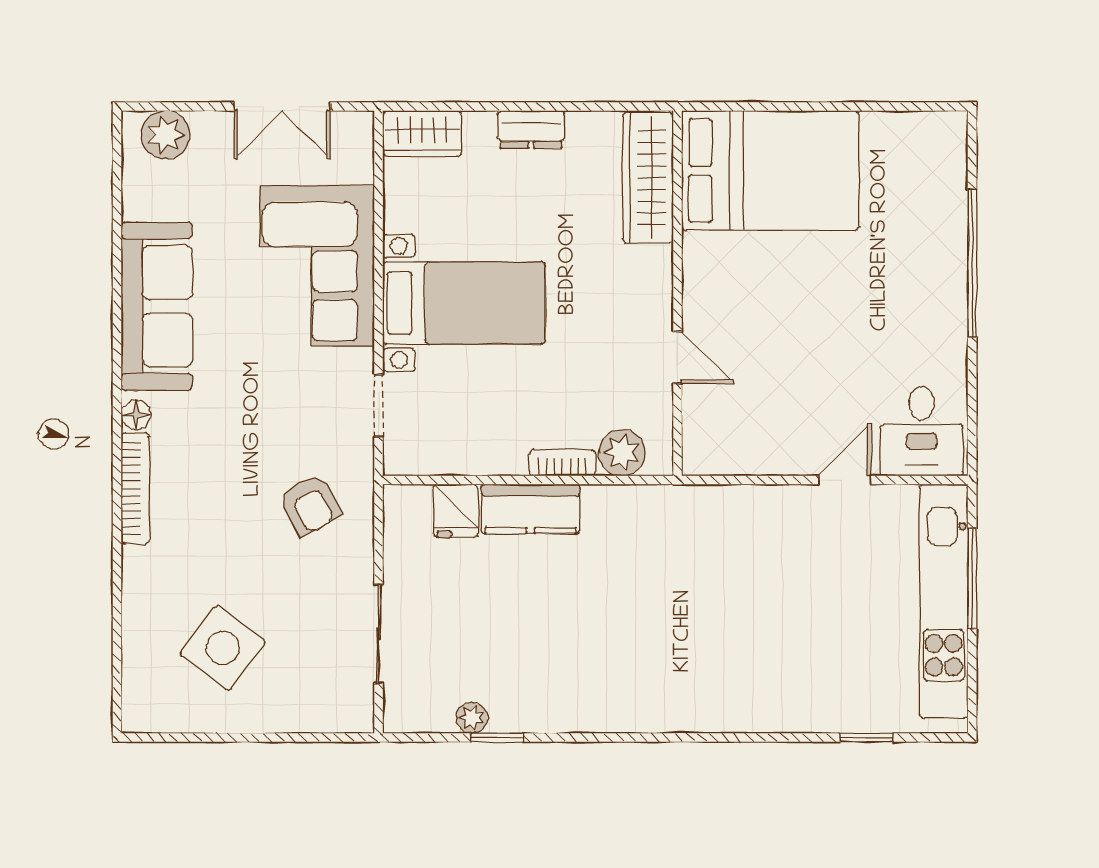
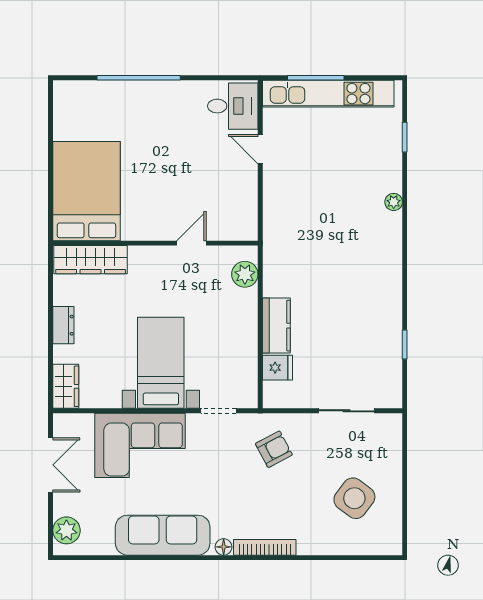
bookcase: (562, 463) -> (250, 308), removed
plant: (472, 718) -> (394, 202), moved

